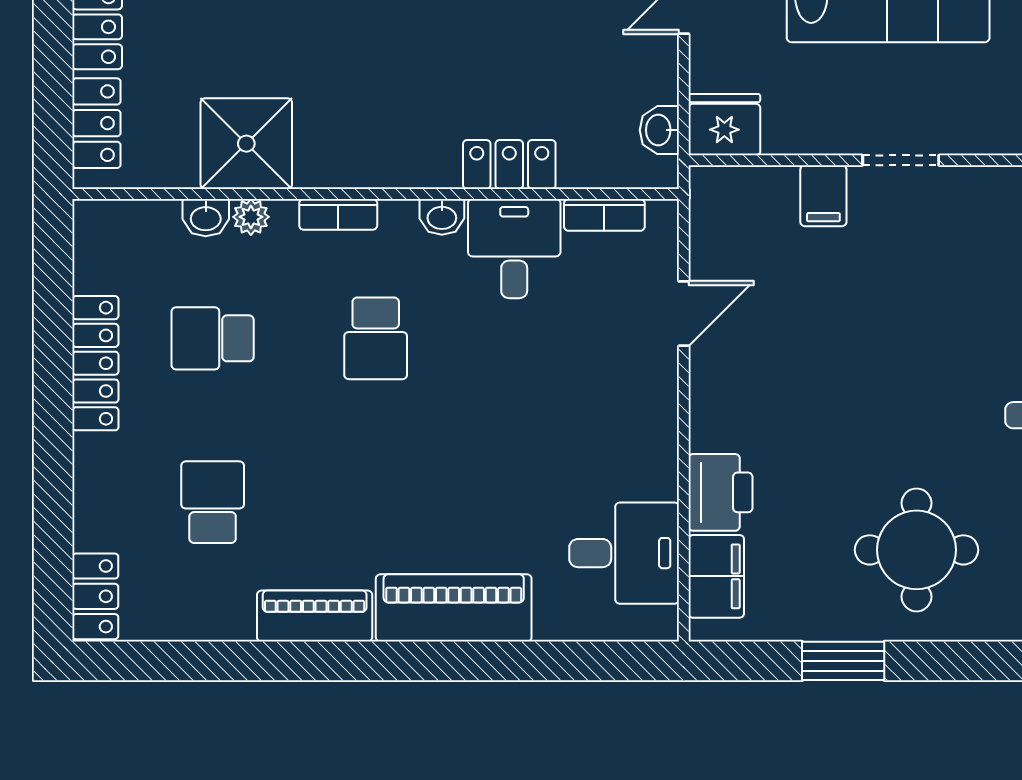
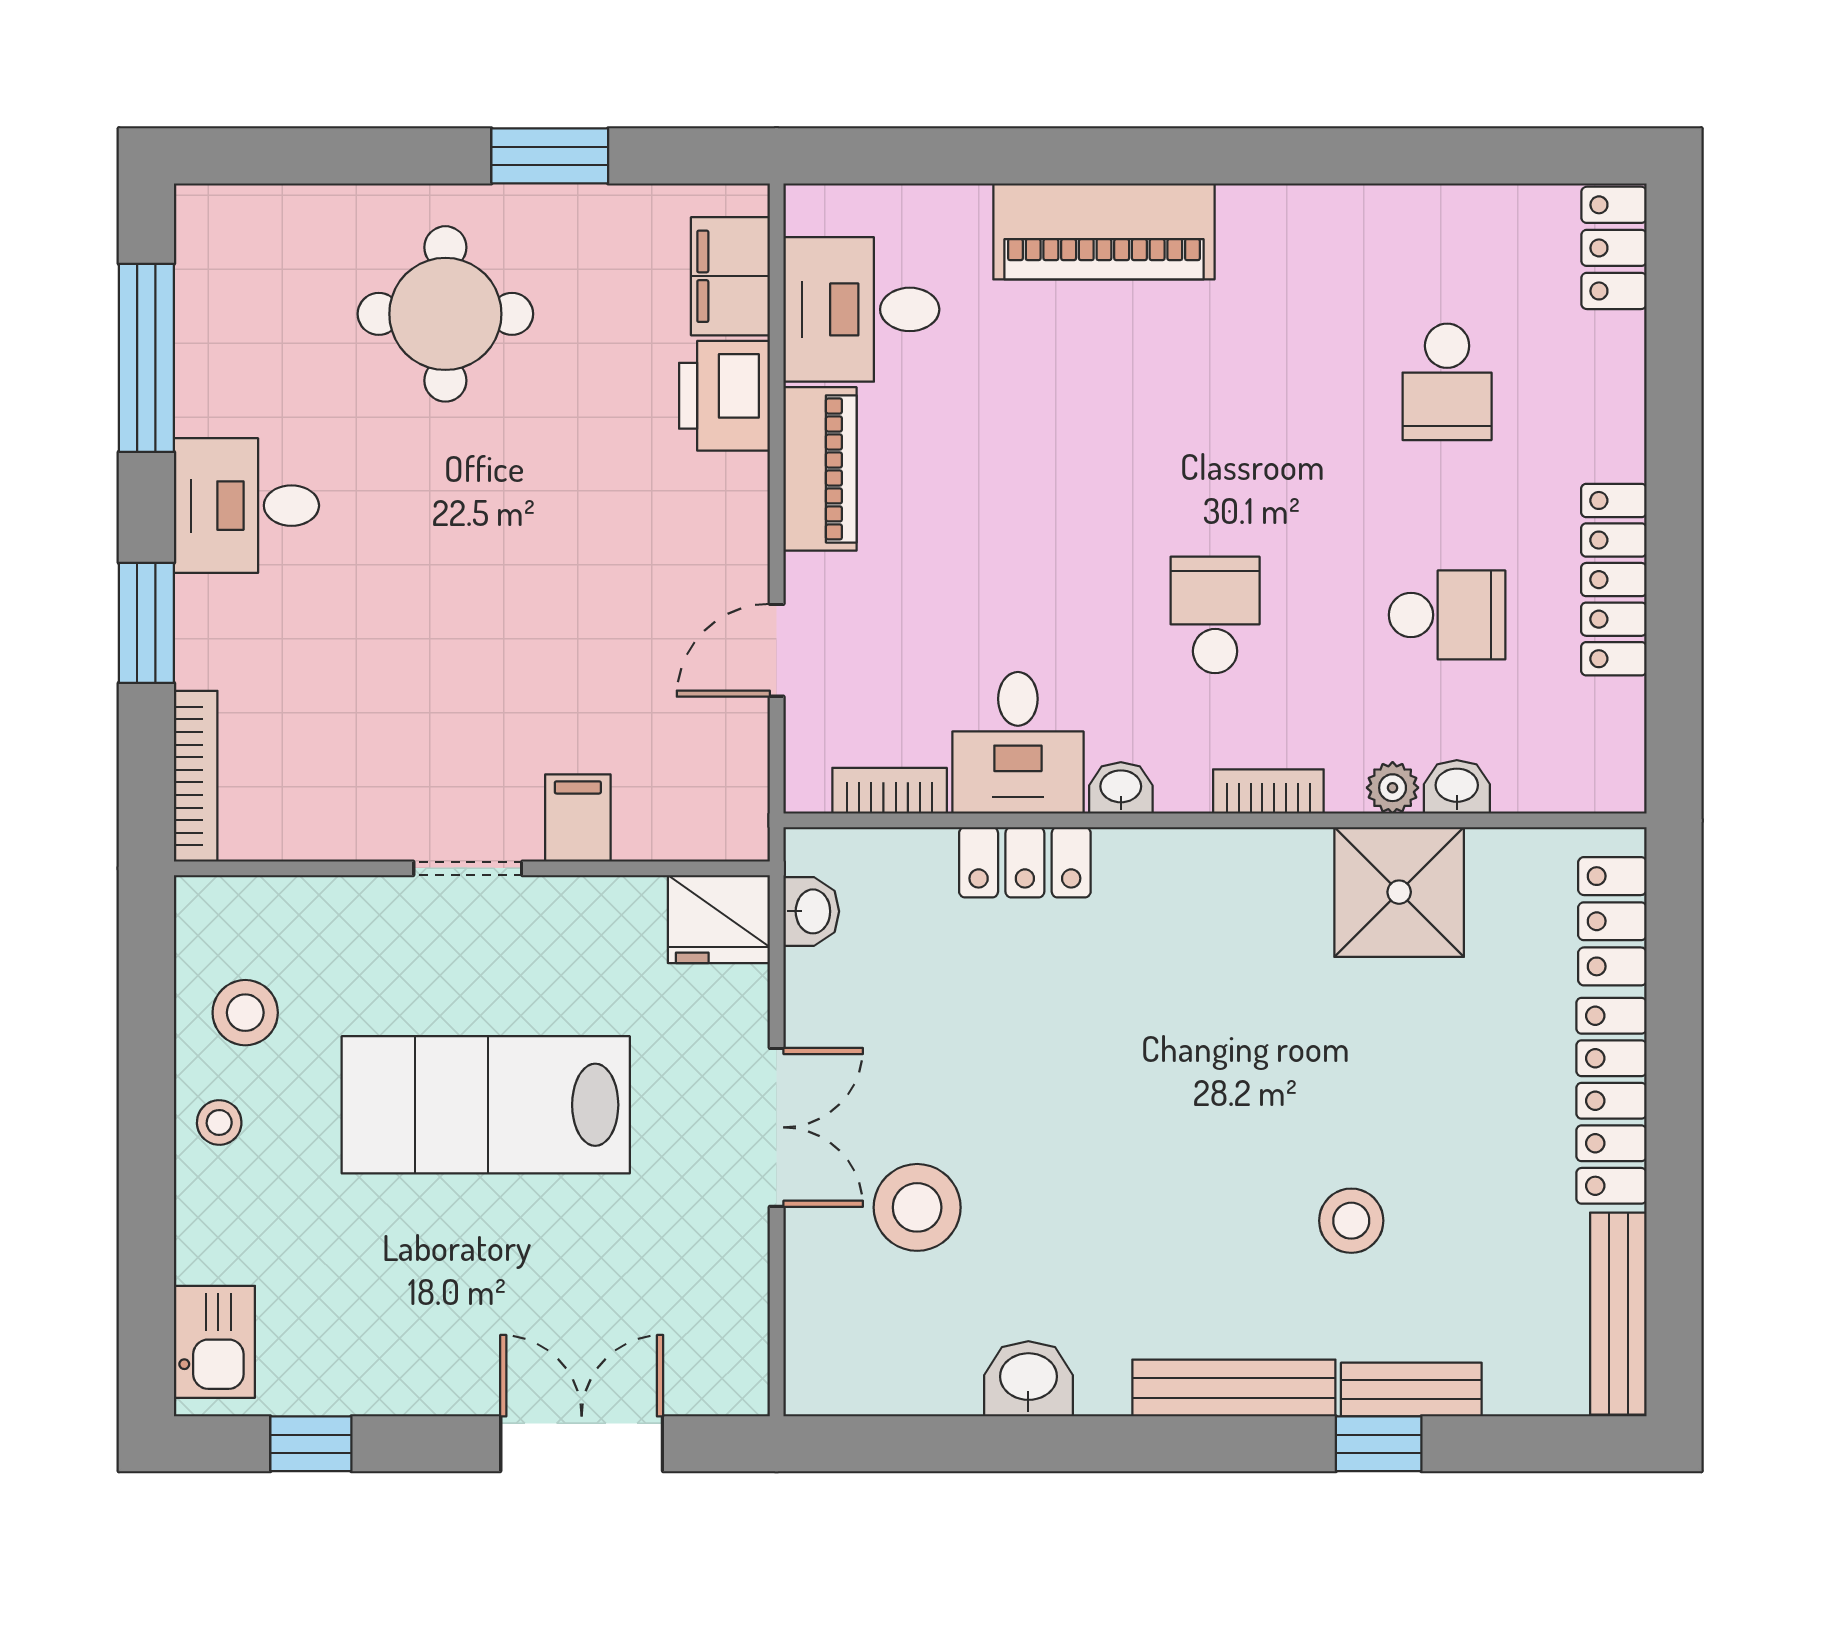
piano: (315, 616) -> (820, 469), moved, turned -90

